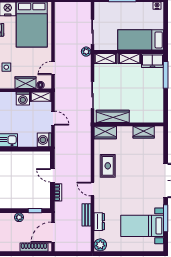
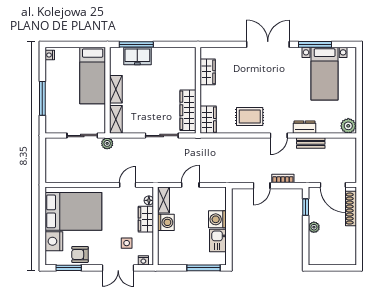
freezer: (152, 61) -> (137, 56), moved, turned 90
door: (53, 68) -> (128, 185), swing flipped
washing machine: (44, 140) -> (217, 219), moved, turned 90
dresser: (99, 222) -> (304, 127), moved

